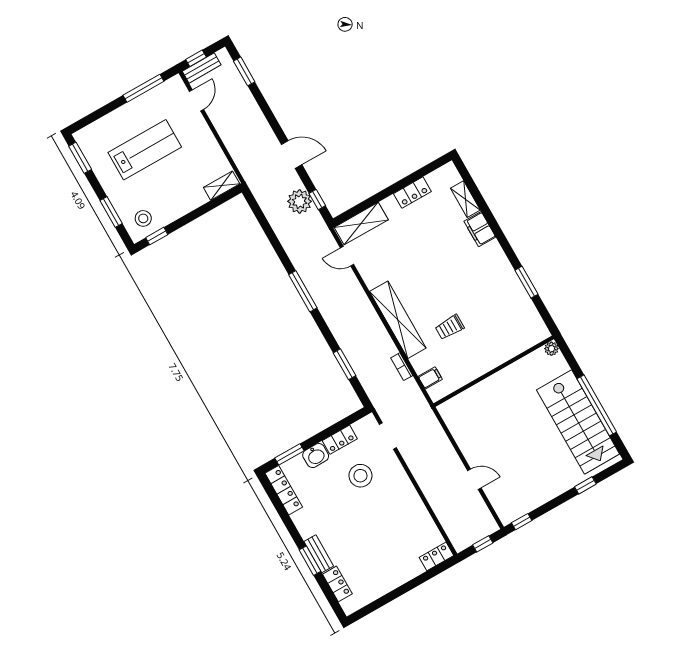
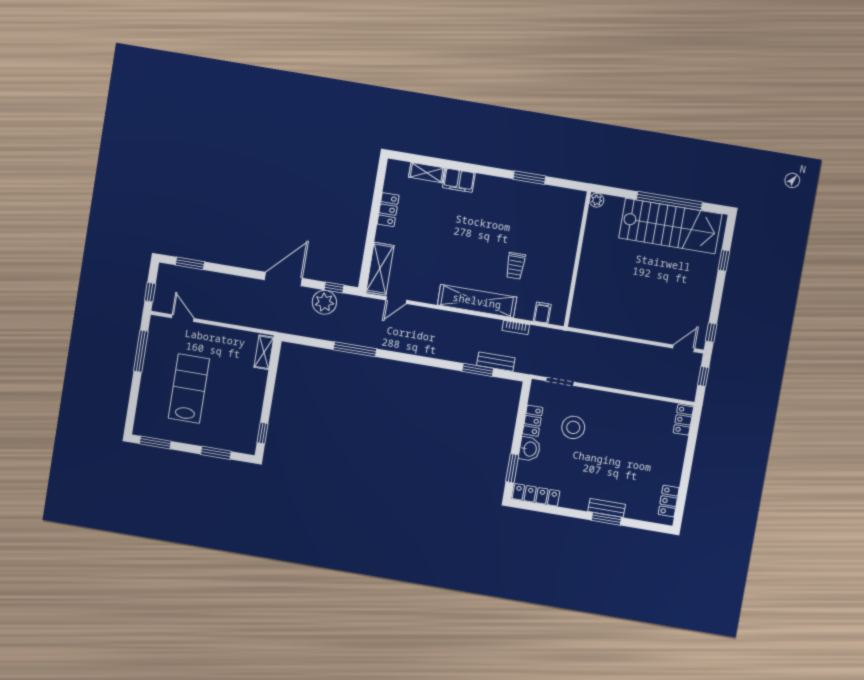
bench: (202, 68) -> (496, 362), moved, turned 90
door: (292, 155) -> (283, 279), width x1.36
stool: (143, 218) -> (241, 432), removed
window: (303, 291) -> (355, 349), moved
door: (474, 479) -> (684, 348), moved
locker: (337, 584) -> (669, 501), moved, turned -90

